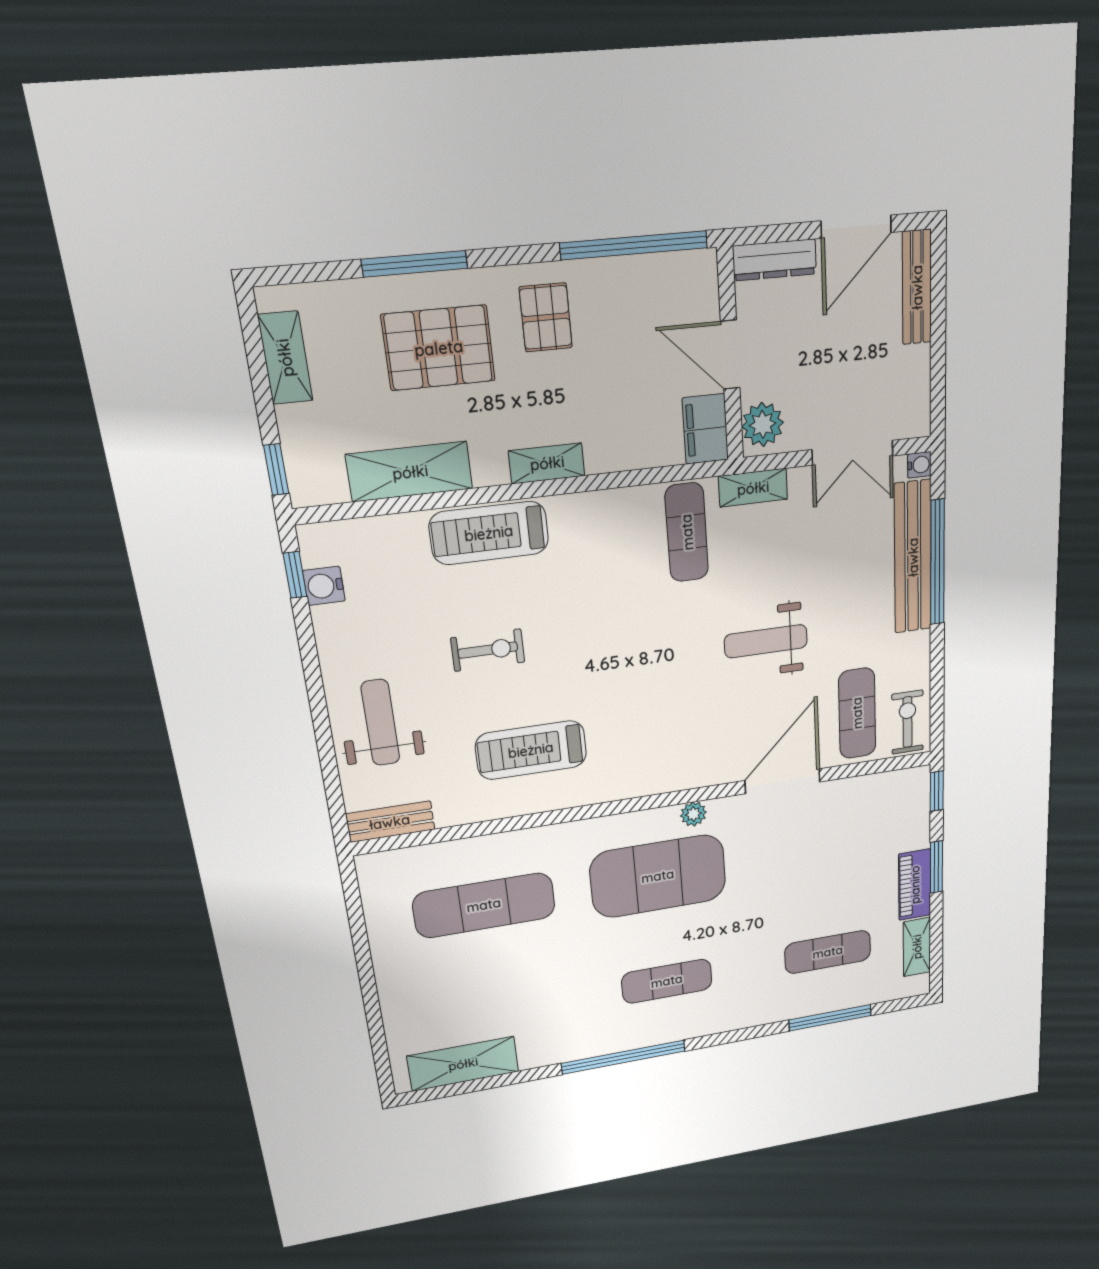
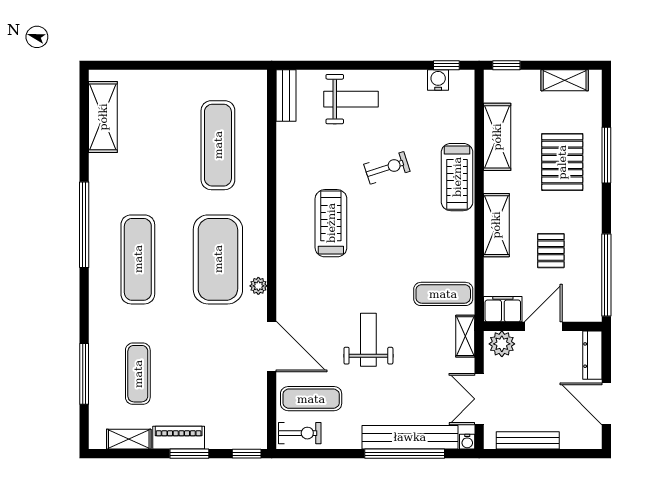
bench: (917, 287) -> (528, 440), moved
pallet: (546, 317) -> (551, 251), moved, turned 90
shelving: (547, 463) -> (496, 225), width x1.50, depth x1.33
treadmill: (489, 533) -> (457, 177), turned 180
exercise bike: (488, 650) -> (387, 168), turned -108
treadmill: (531, 750) -> (331, 223), moved
exercise mat: (667, 981) -> (138, 259), width x1.36, depth x1.45

